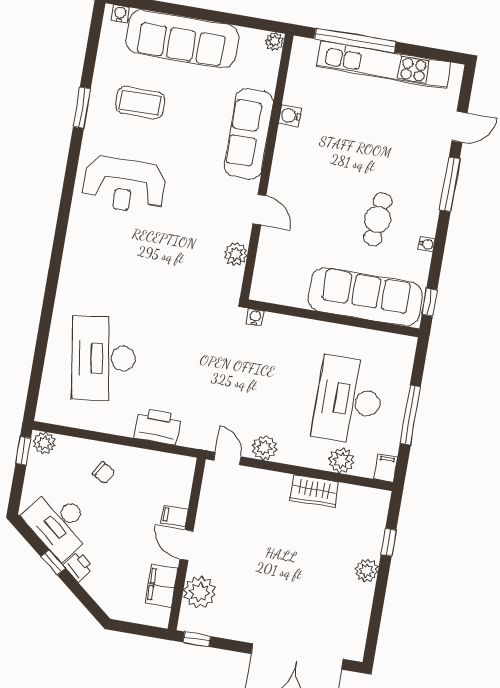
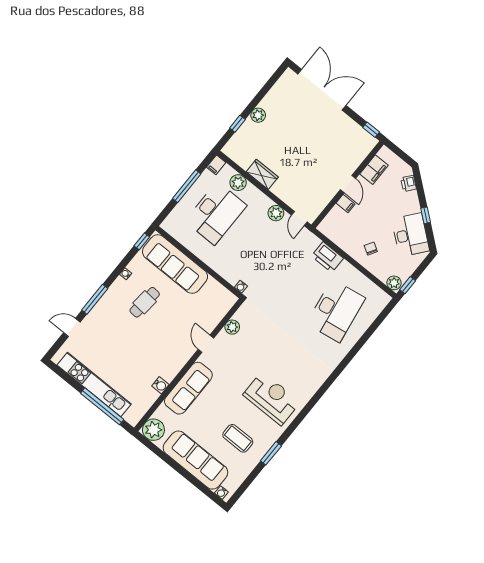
plant: (274, 41) -> (153, 430), width x1.88, depth x1.88
printer: (78, 566) -> (409, 183), moved
plant: (199, 592) -> (355, 154), removed

